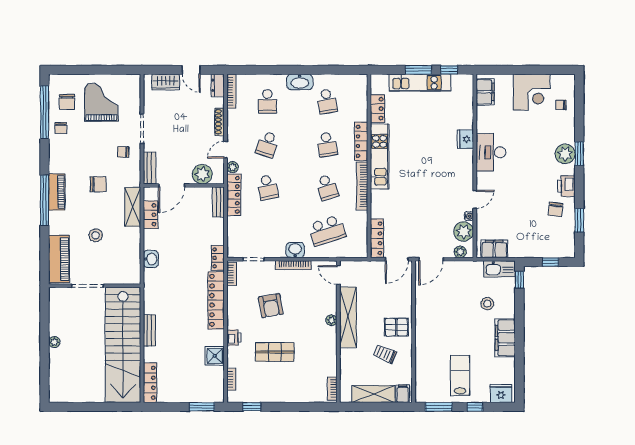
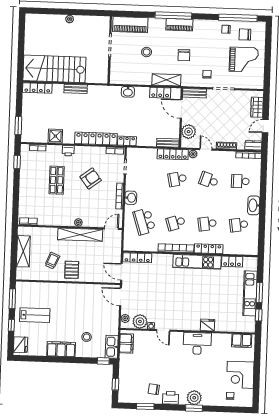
armchair: (271, 306) -> (91, 178), turned 153
stairs: (123, 345) -> (54, 69), width x0.73
filing cabinet: (403, 394) -> (23, 273), removed

